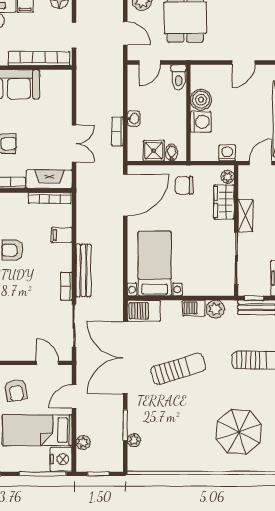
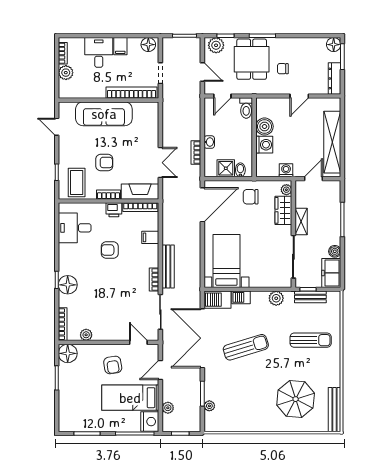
chair: (223, 29) -> (283, 69), added
printer: (17, 201) -> (114, 210), added
barbecue: (194, 308) -> (241, 297), moved

